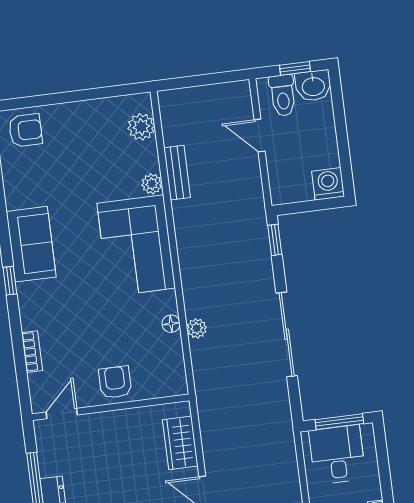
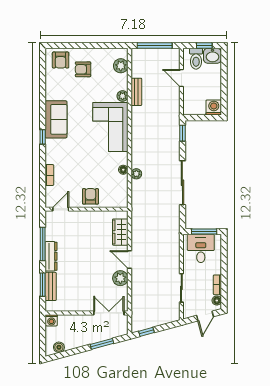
window: (201, 80) -> (155, 46), added
armchair: (25, 130) -> (61, 60), turned 90
armchair: (70, 143) -> (83, 69), added

